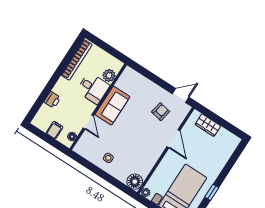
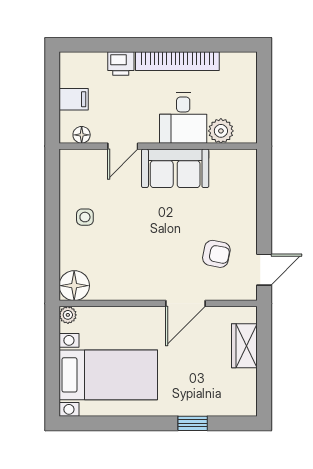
bookcase: (77, 60) -> (177, 61), moved
door: (181, 95) -> (264, 270), hinge flipped
window: (212, 192) -> (193, 423), moved

